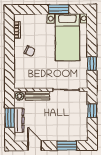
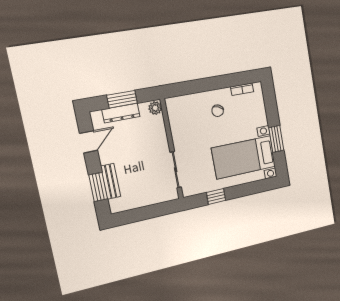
bench: (37, 96) -> (111, 181), moved
window: (92, 111) -> (154, 211), removed

